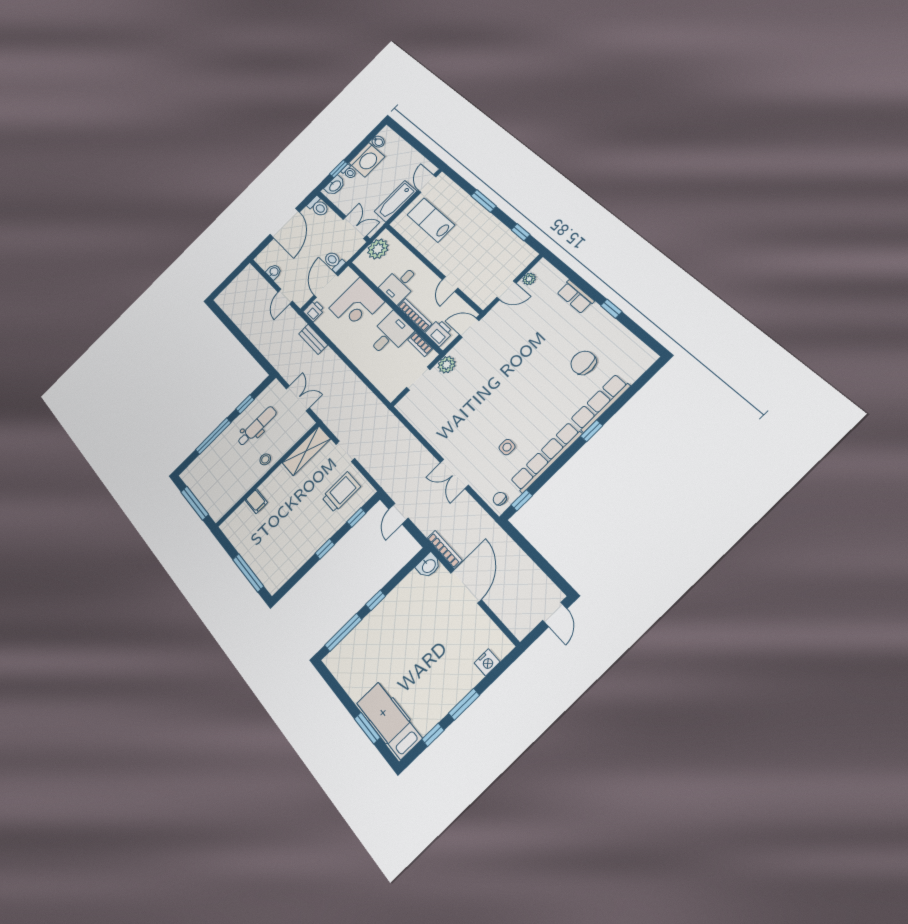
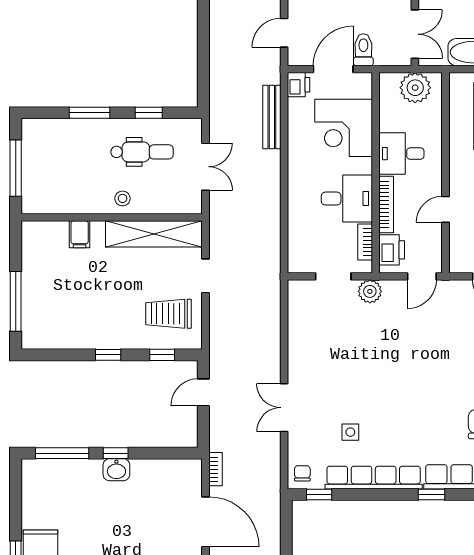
door: (469, 328) -> (422, 276), swing flipped
bench: (313, 339) -> (272, 117), width x1.36
window: (213, 436) -> (89, 113), width x0.69
shelving: (306, 451) -> (154, 234), width x1.47
trolley: (341, 492) -> (168, 314), turned 180
bookcase: (444, 549) -> (215, 469), width x0.64
washbasin: (428, 566) -> (116, 470), moved
door: (466, 586) -> (206, 522), hinge flipped

